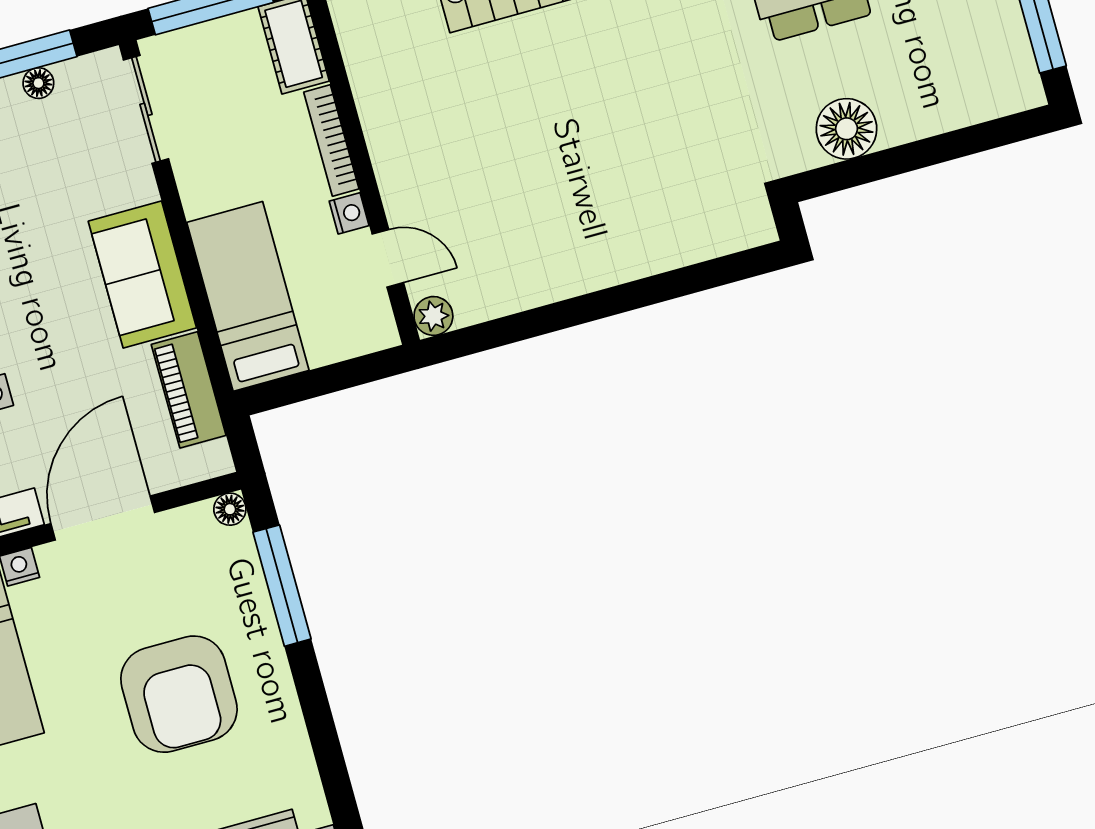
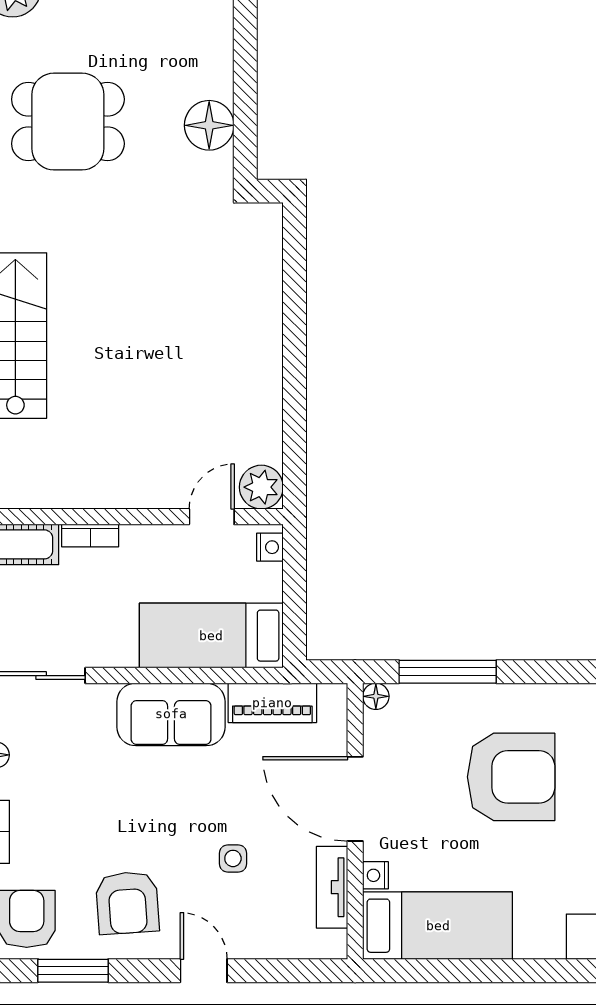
bookcase: (331, 140) -> (90, 536), width x0.64
nightstand: (349, 213) -> (270, 547), moved, turned 90
plant: (433, 316) -> (261, 487), width x1.38, depth x1.38

